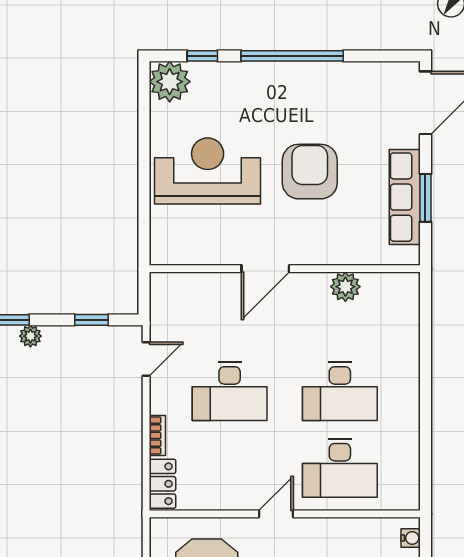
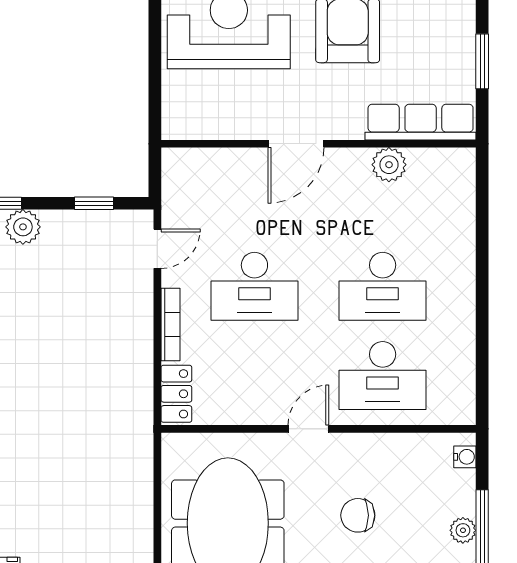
row of seats: (405, 197) -> (421, 122), moved, turned 90
plant: (30, 336) -> (23, 227), width x1.38, depth x1.38
bookcase: (157, 435) -> (170, 325), width x1.56

